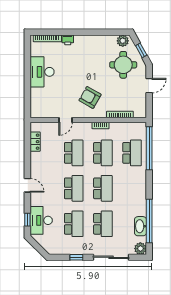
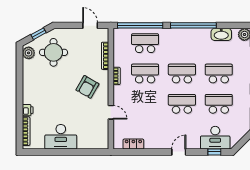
door: (149, 86) -> (90, 25), moved
school desk: (74, 153) -> (145, 104), removed
window: (149, 221) -> (193, 25), moved

